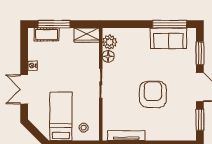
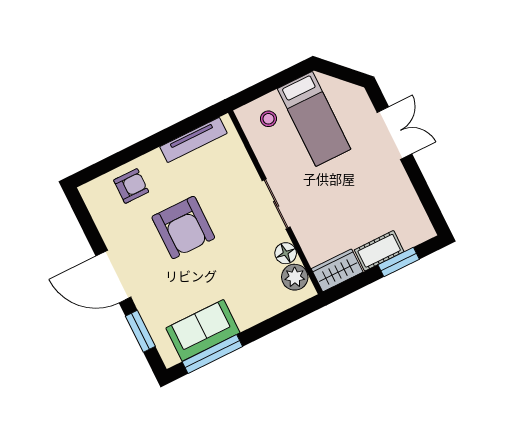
window: (54, 24) -> (399, 262), width x0.69
cot: (47, 34) -> (379, 251), moved
nightstand: (33, 66) -> (400, 178), removed
window: (200, 120) -> (87, 224), removed
armchair: (169, 128) -> (131, 186), added

